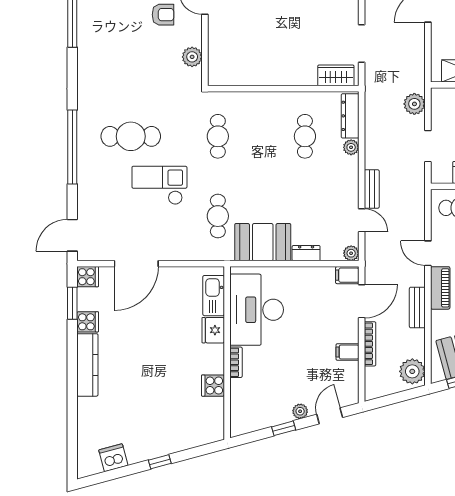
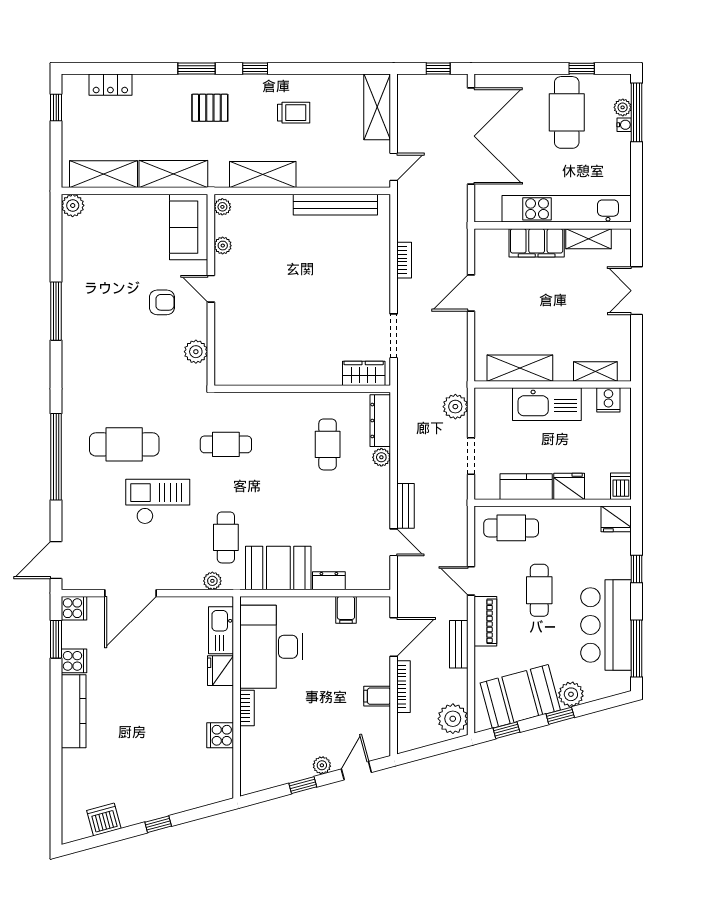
cafe table: (218, 136) -> (226, 444), turned 90
plant: (351, 253) -> (212, 581), moved
filing cabinet: (347, 275) -> (346, 610), moved, turned -90

